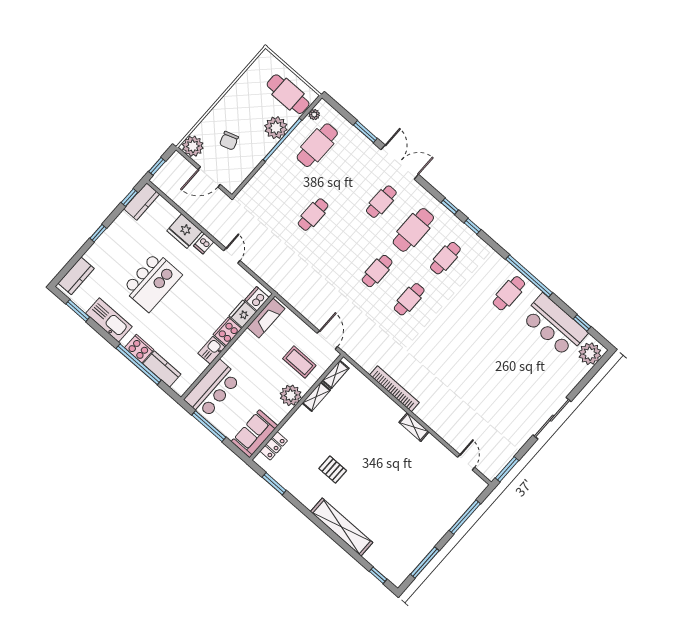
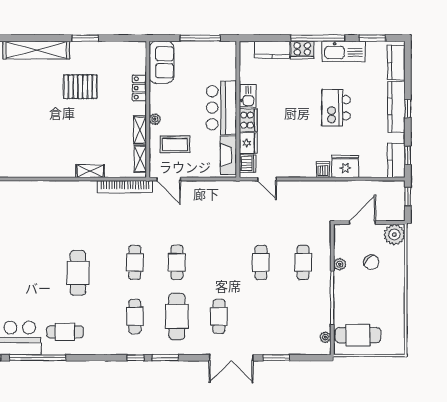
plant: (276, 128) -> (340, 264), moved, width x0.53, depth x0.53
chair: (229, 141) -> (371, 262), turned 151
cafe table: (317, 145) -> (303, 262), moved, width x0.73, depth x0.74
window: (450, 206) -> (165, 358), width x1.50
kitchen counter: (106, 242) -> (396, 107), added
door: (232, 256) -> (267, 179), moved
window: (529, 276) -> (38, 358), moved
kitchen island: (152, 282) -> (336, 108), width x0.73, depth x0.78
cafe table: (509, 293) -> (65, 332), turned 90
cafe table: (459, 330) -> (78, 273), added
window: (139, 364) -> (318, 38), moved
bar counter: (213, 389) -> (221, 108), moved
bookcase: (394, 389) -> (125, 187), moved
plant: (291, 395) -> (155, 119), width x0.53, depth x0.53
shelving: (414, 427) -> (90, 171), moved
locker: (274, 446) -> (139, 88), moved
pallet: (333, 470) -> (80, 87), width x1.50, depth x1.42
window: (274, 484) -> (85, 38), moved

